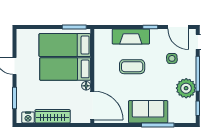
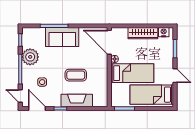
bed: (65, 45) -> (152, 95), moved, turned 180

